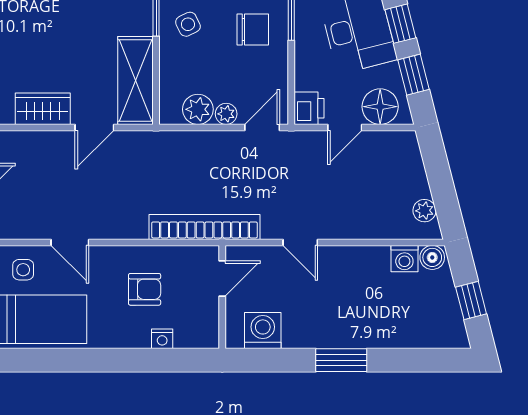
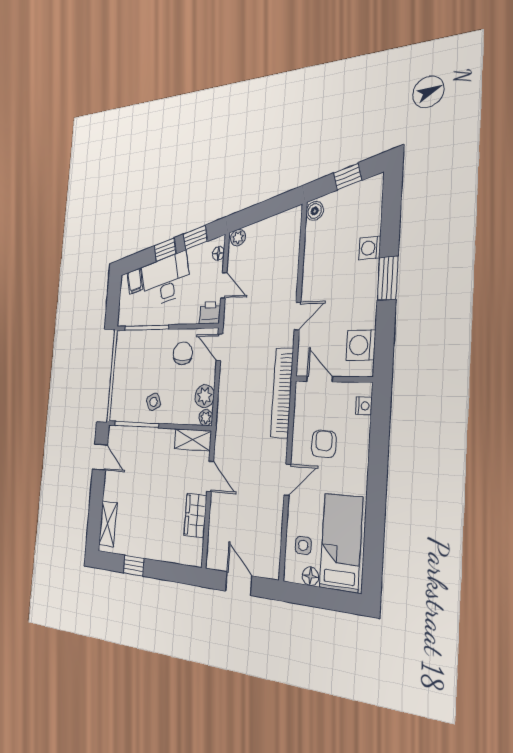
chair: (253, 29) -> (183, 353), moved
shelving: (136, 80) -> (193, 440), width x0.67, depth x0.75
floor lamp: (380, 107) -> (218, 253), width x0.53, depth x0.53
plant: (226, 114) -> (206, 418), moved
plant: (424, 211) -> (238, 238), moved
door: (70, 242) -> (287, 480), moved
washing machine: (404, 259) -> (370, 248), moved, turned 180
nightstand: (162, 339) -> (364, 406), moved

